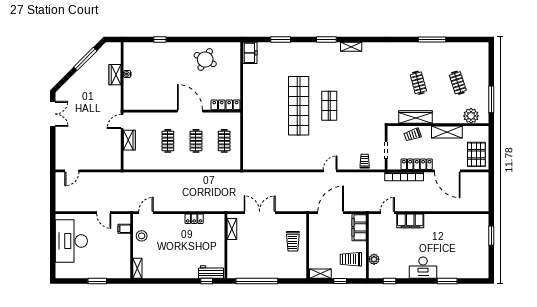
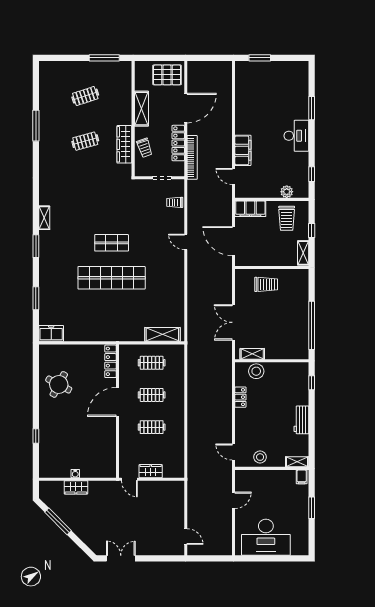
plant: (471, 116) -> (123, 81), removed
shelving: (249, 150) -> (162, 334), added
filing cabinet: (124, 229) -> (302, 477), moved
stool: (217, 233) -> (256, 371), added
workbench: (211, 272) -> (301, 420), moved

